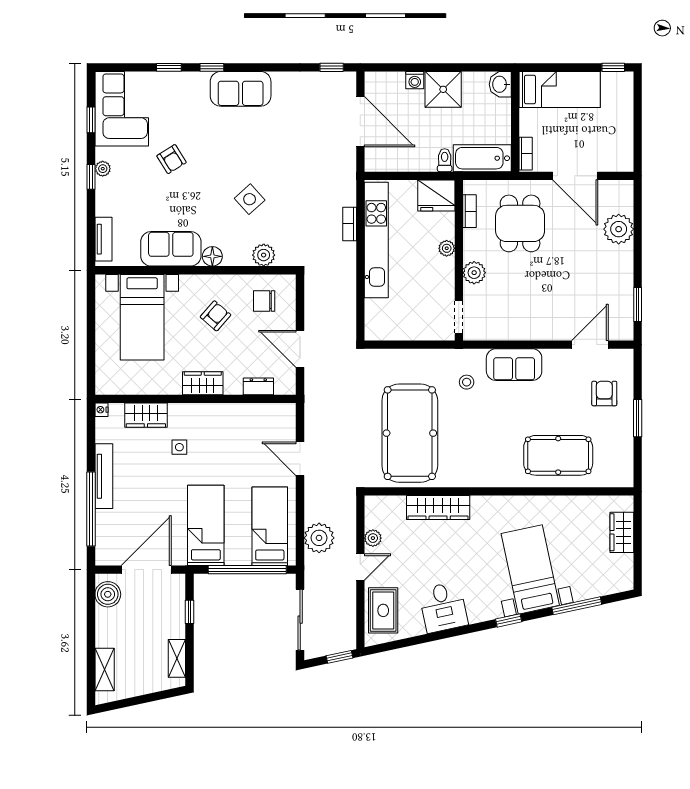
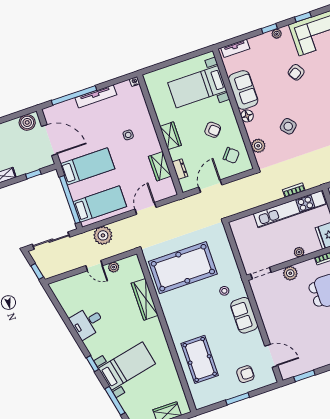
chair: (264, 301) -> (231, 155), turned 130
wardrobe: (146, 415) -> (160, 166), moved
rug: (383, 610) -> (73, 288), removed

